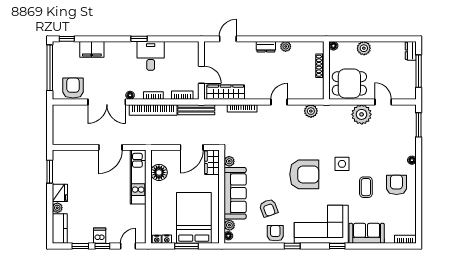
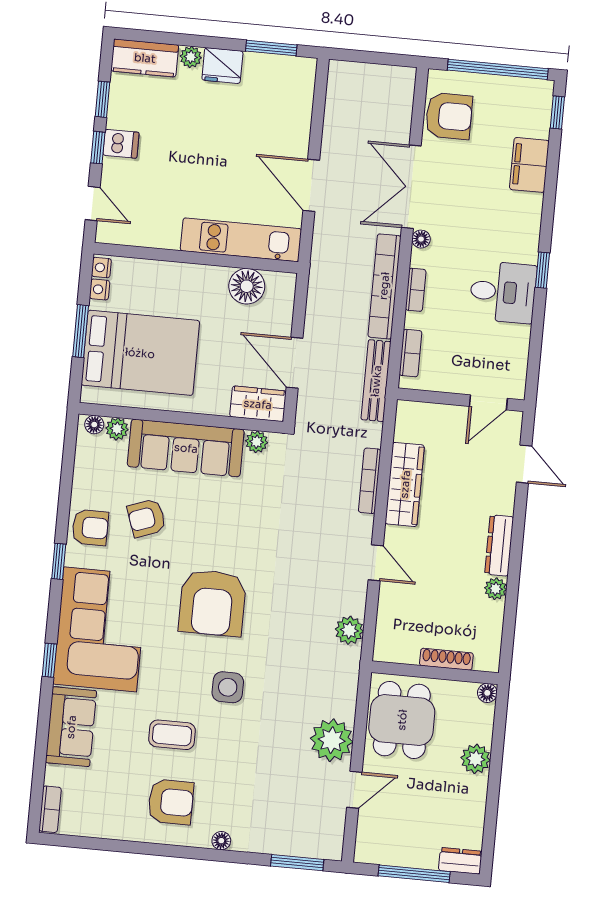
dresser: (266, 47) -> (499, 545), width x1.44
door: (201, 75) -> (488, 402), moved
wardrobe: (226, 92) -> (405, 484), moved

